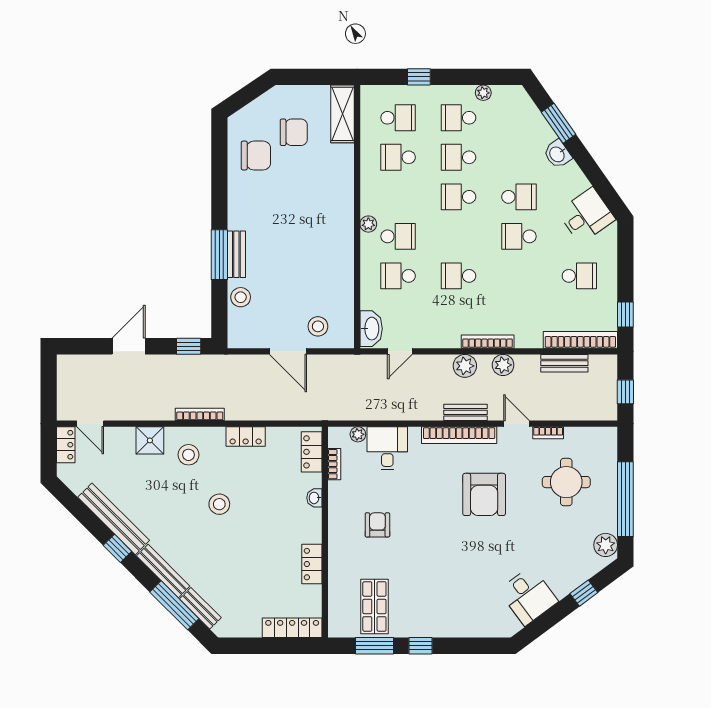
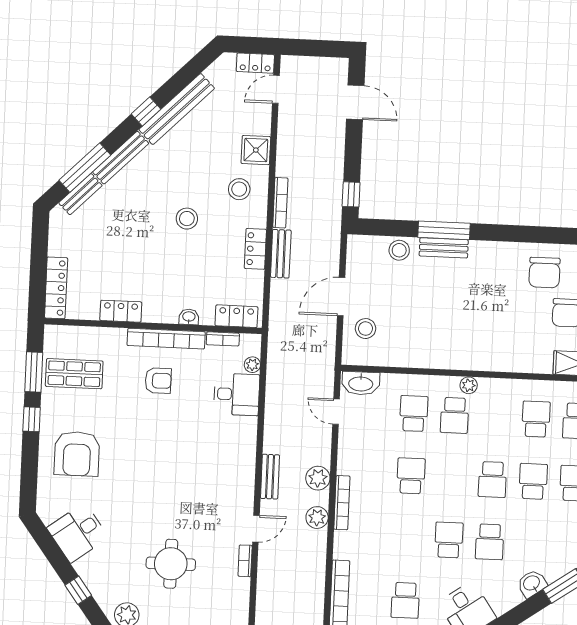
school desk: (459, 197) -> (492, 479), turned 180
door: (129, 346) -> (355, 102), moved
bench: (564, 363) -> (281, 254), moved
bookcase: (459, 435) -> (166, 339), moved, turned -90
round table: (566, 482) -> (171, 564), moved
armchair: (484, 494) -> (77, 454), moved, turned -90

